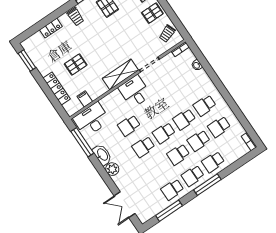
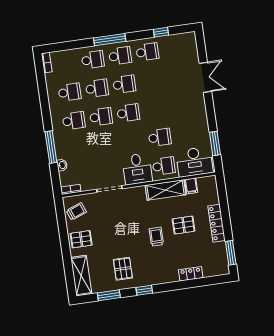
trolley: (76, 17) -> (156, 237), moved
shelving: (120, 74) -> (166, 190), moved
window: (213, 75) -> (51, 147), added
locker: (57, 89) -> (216, 223), moved
window: (82, 142) -> (215, 144), width x0.69
school desk: (143, 147) -> (164, 166), moved
washbasin: (102, 155) -> (201, 121), removed
plant: (112, 169) -> (198, 102), removed
double door: (125, 205) -> (205, 77), moved
window: (169, 211) -> (161, 32), width x0.46

